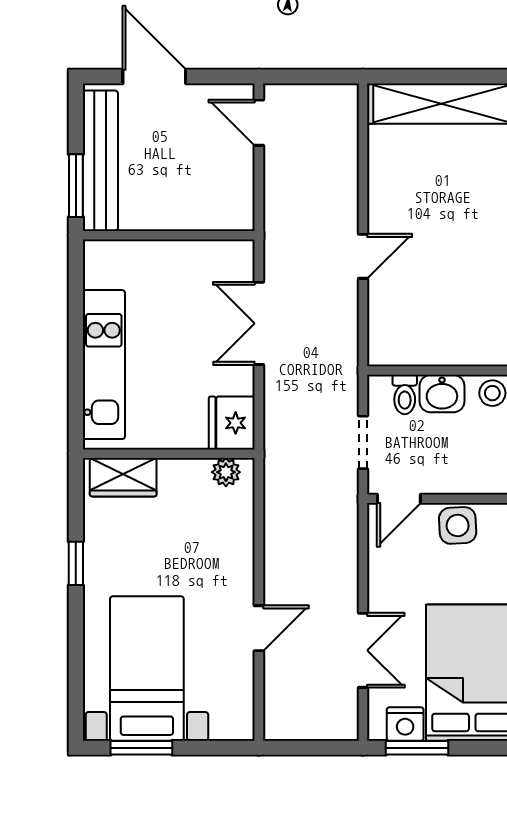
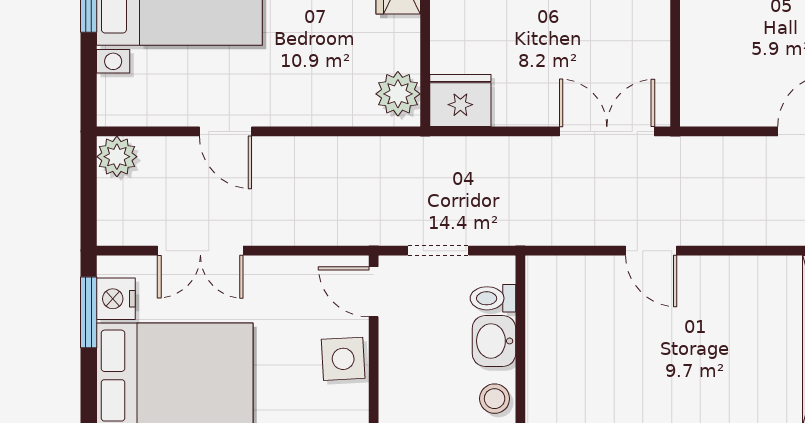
double door: (259, 323) -> (607, 131), moved
plant: (226, 472) -> (398, 94), width x1.38, depth x1.38
plant: (281, 723) -> (117, 157), added

